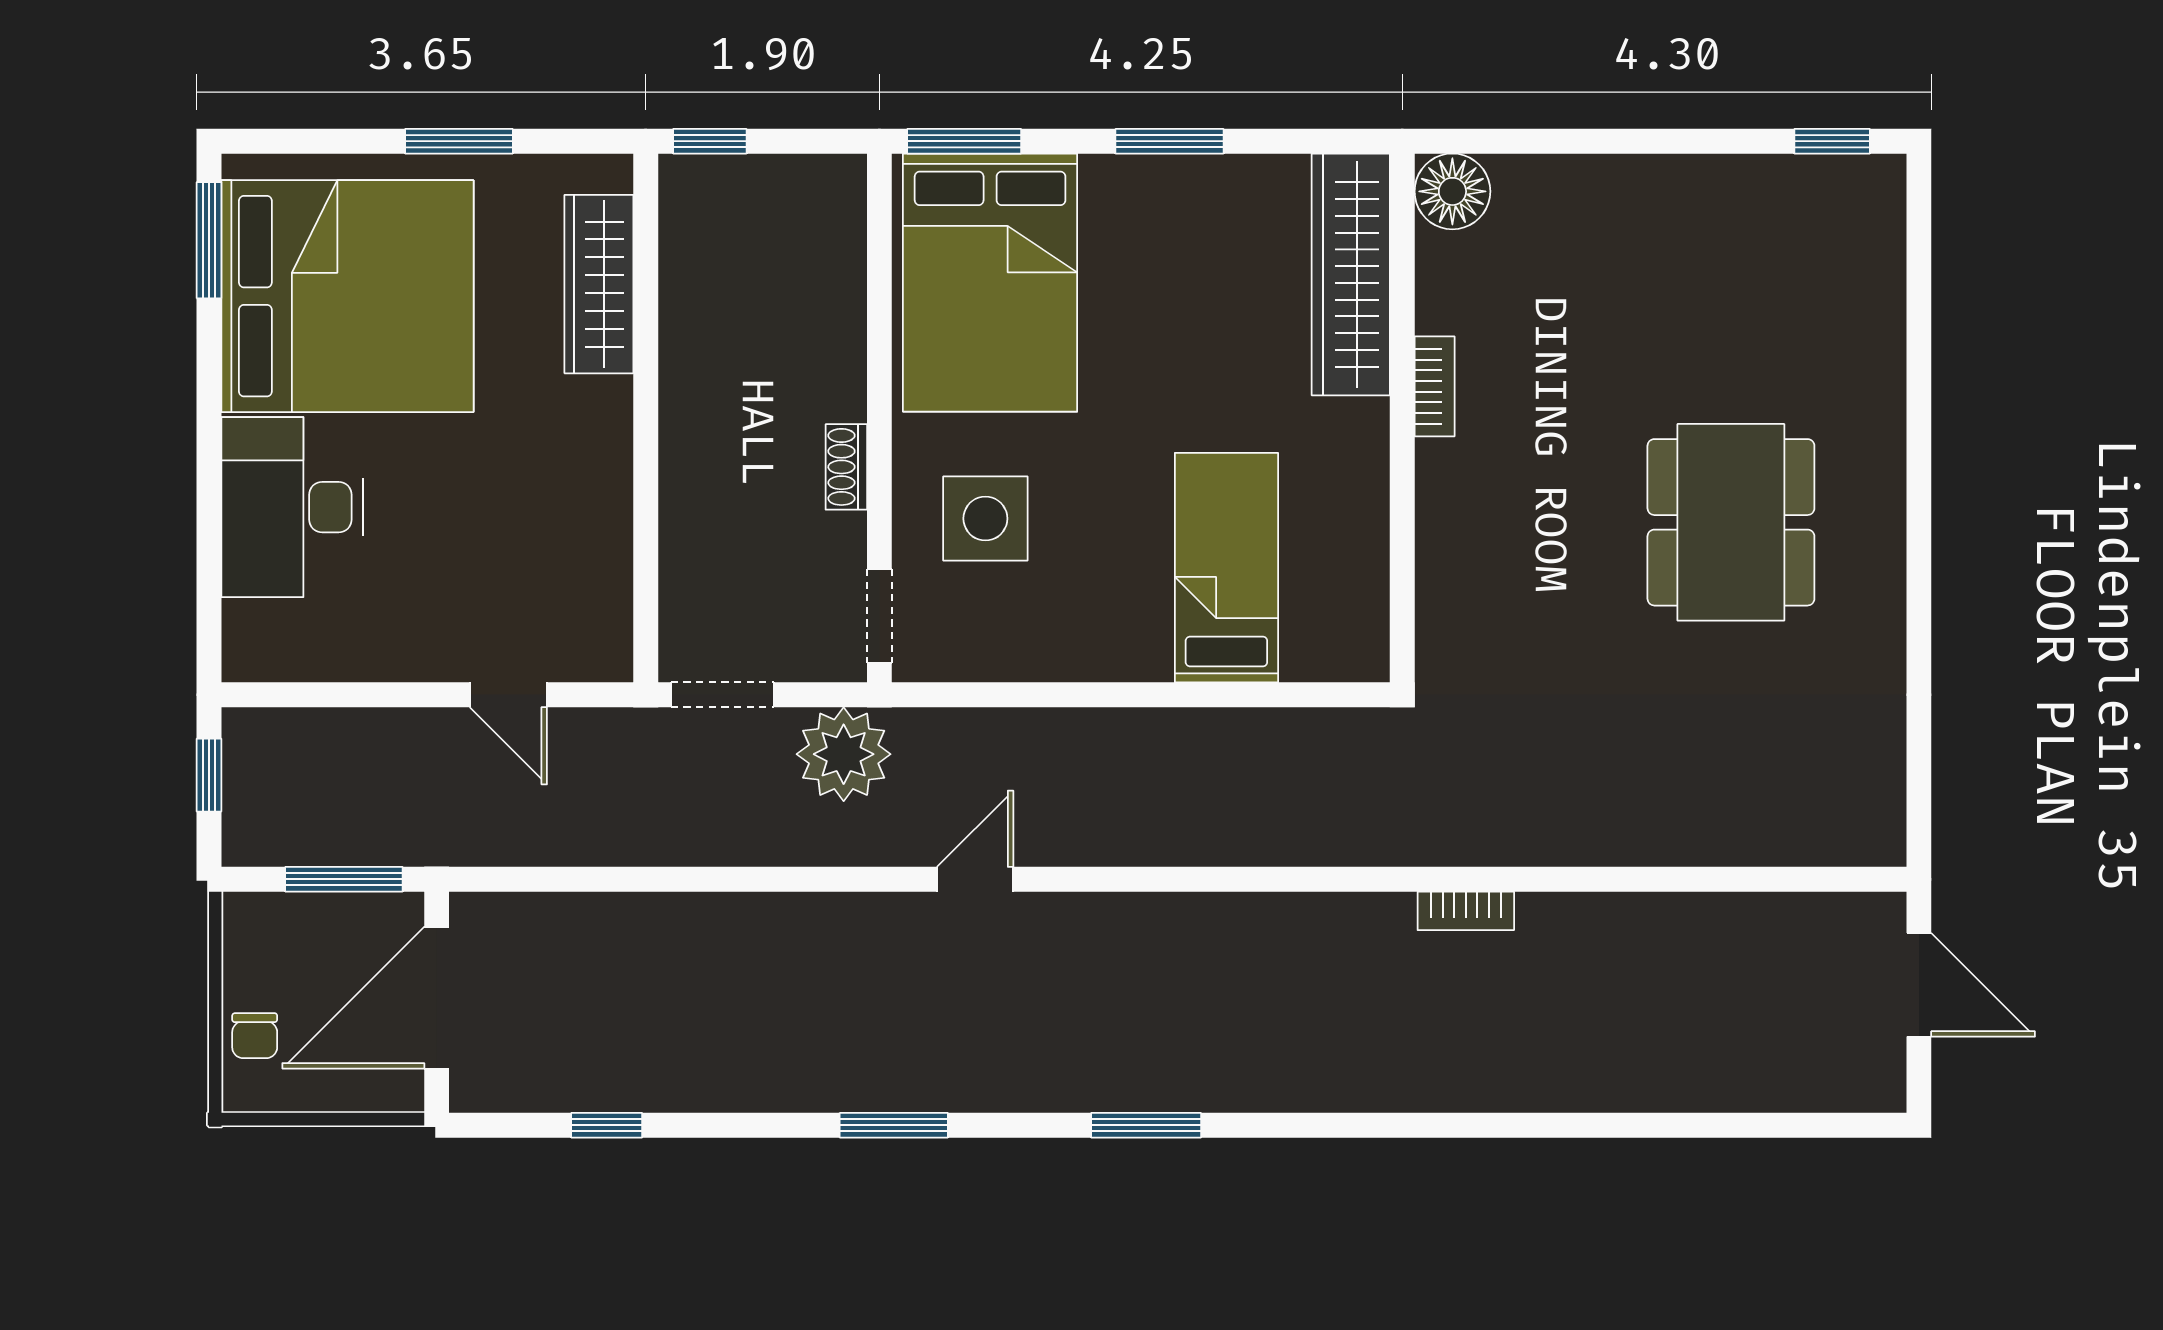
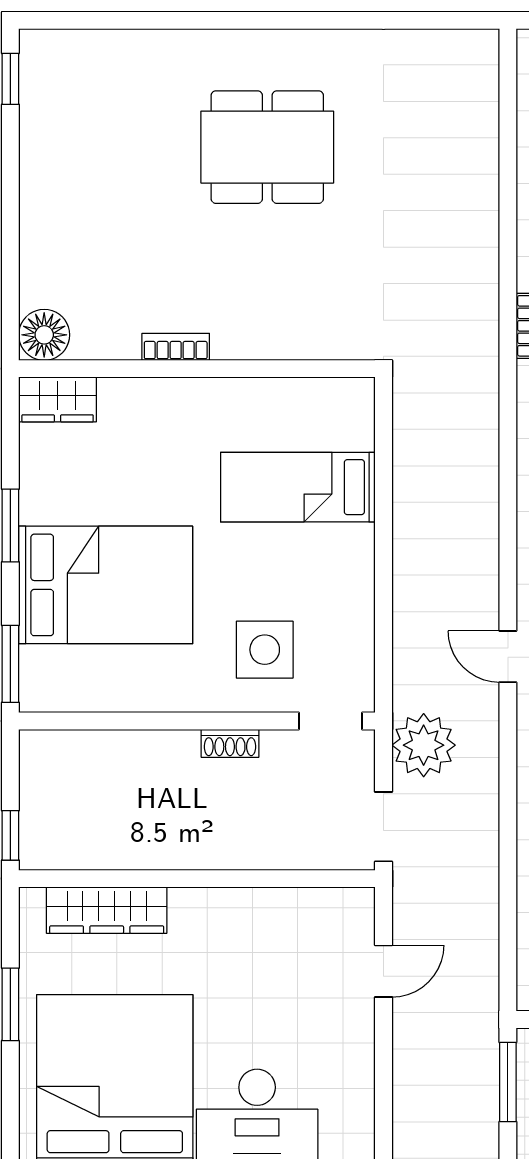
wardrobe: (1351, 274) -> (58, 399), width x0.48, depth x0.85
bed: (990, 283) -> (106, 585), moved

